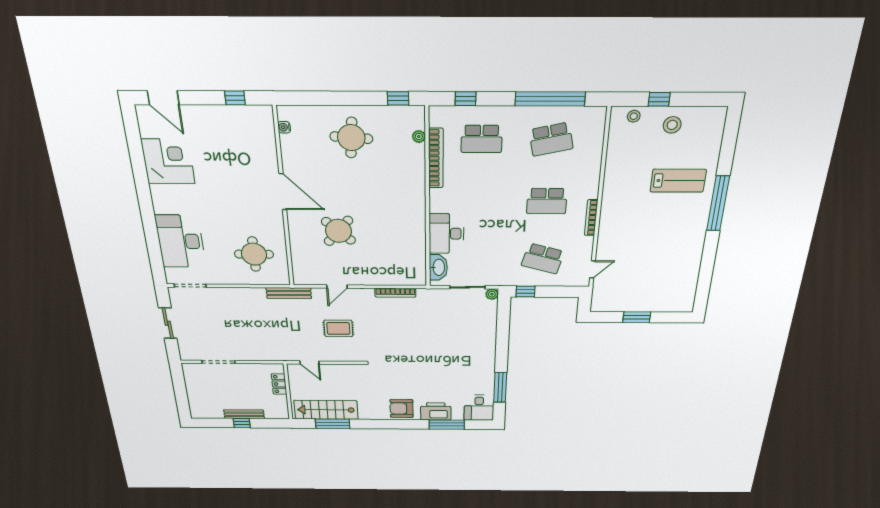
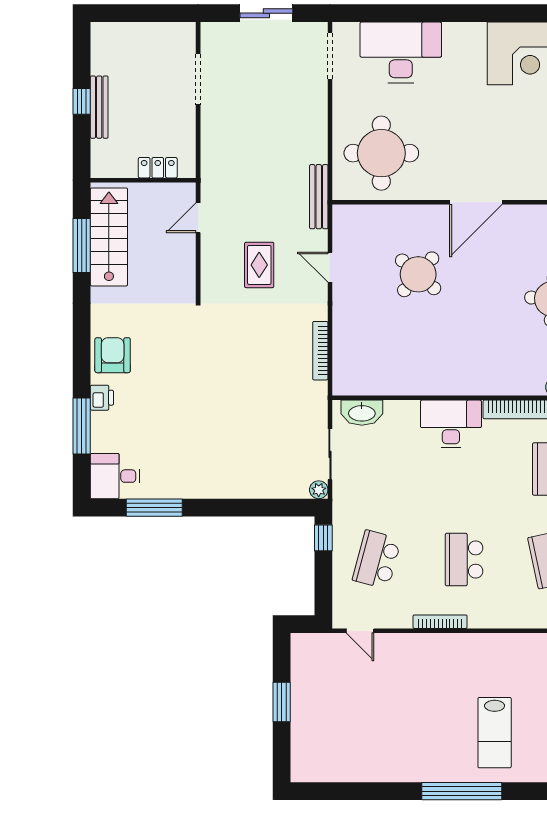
desk: (446, 234) -> (451, 424), moved
round table: (254, 254) -> (381, 153), width x1.36, depth x1.36
printer: (436, 411) -> (102, 398), width x0.53, depth x0.68

